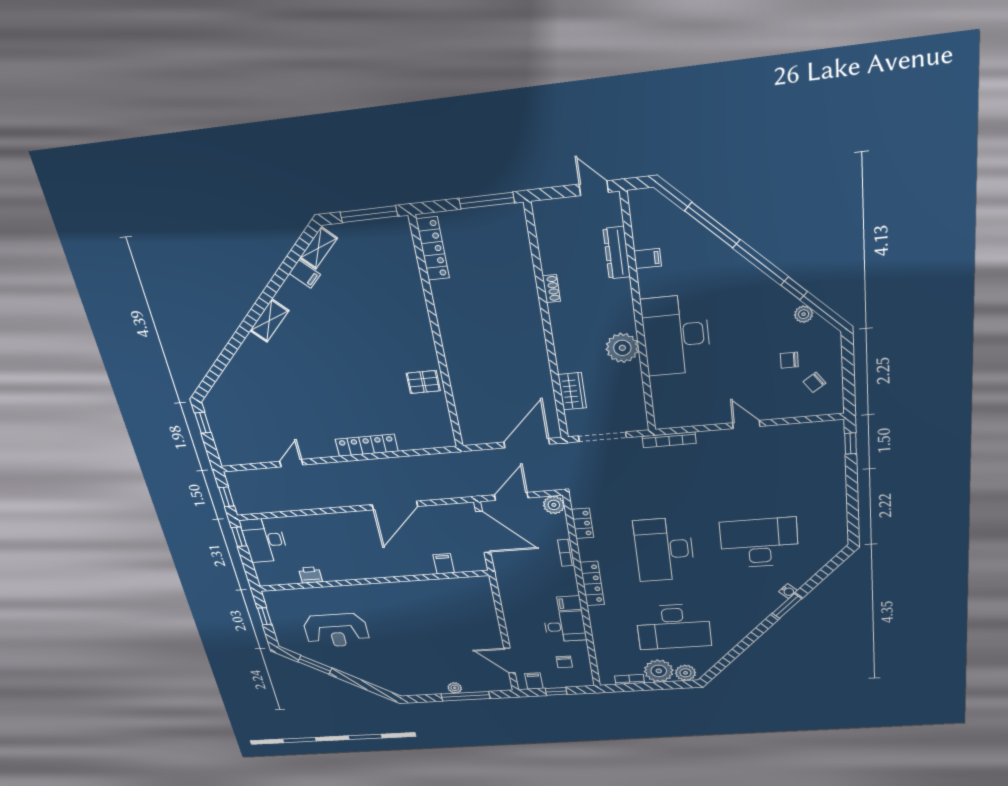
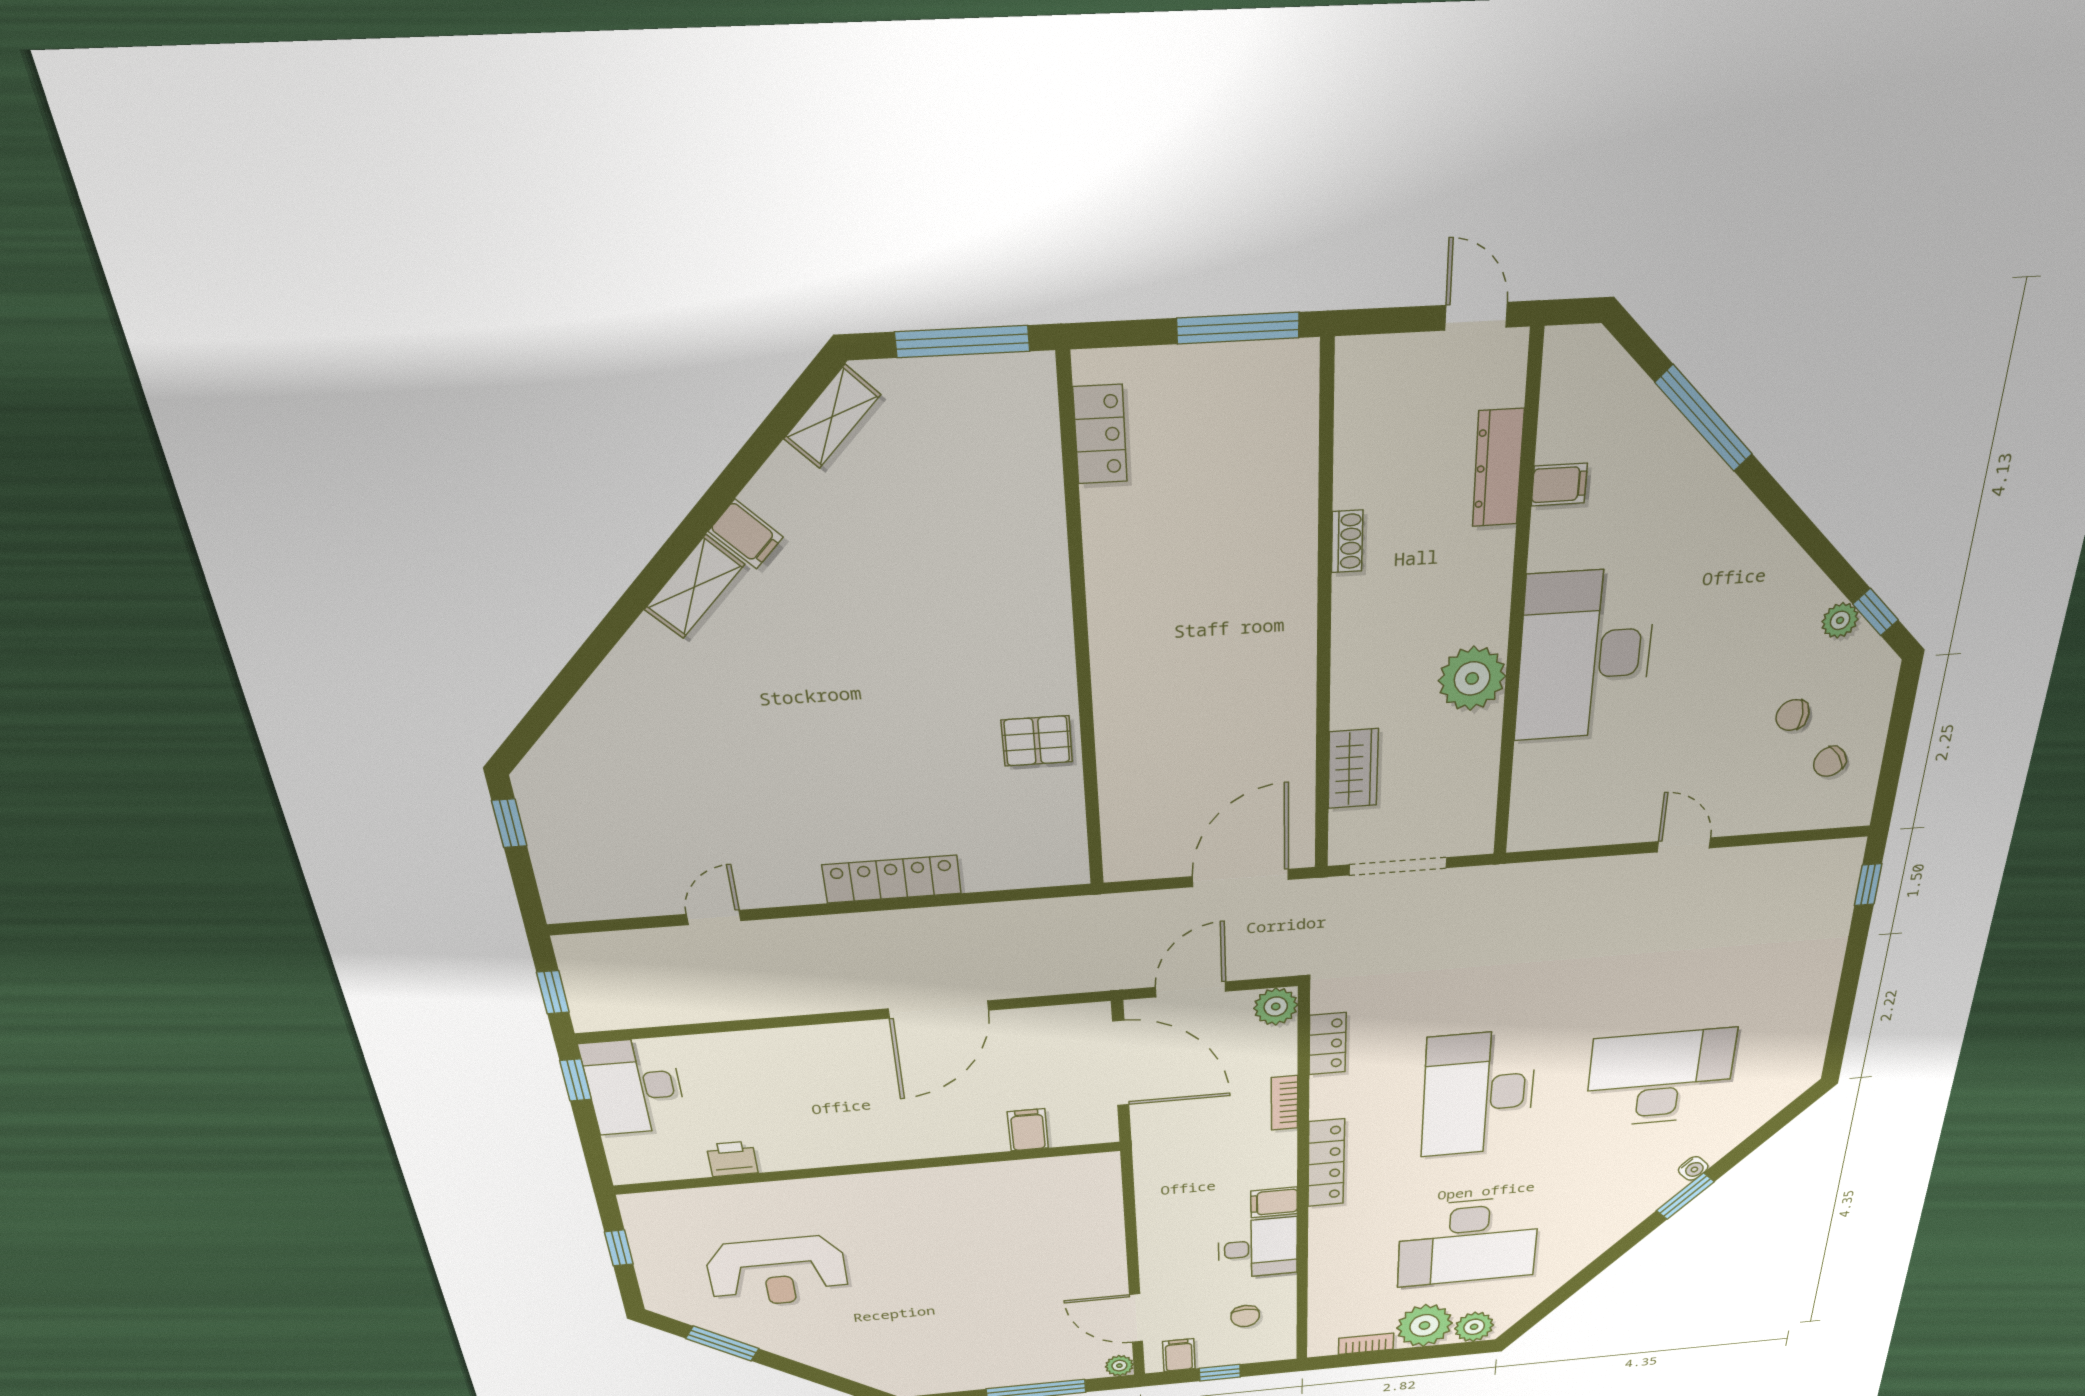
locker: (433, 249) -> (1100, 434), width x0.66
filing cabinet: (305, 274) -> (746, 534), moved
window: (794, 288) -> (1876, 612), moved
bookcase: (669, 440) -> (1529, 874), removed
plant: (455, 688) -> (1119, 1366), moved

